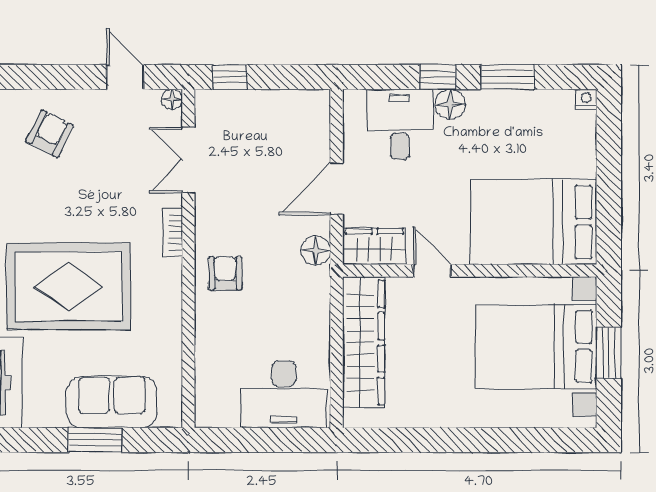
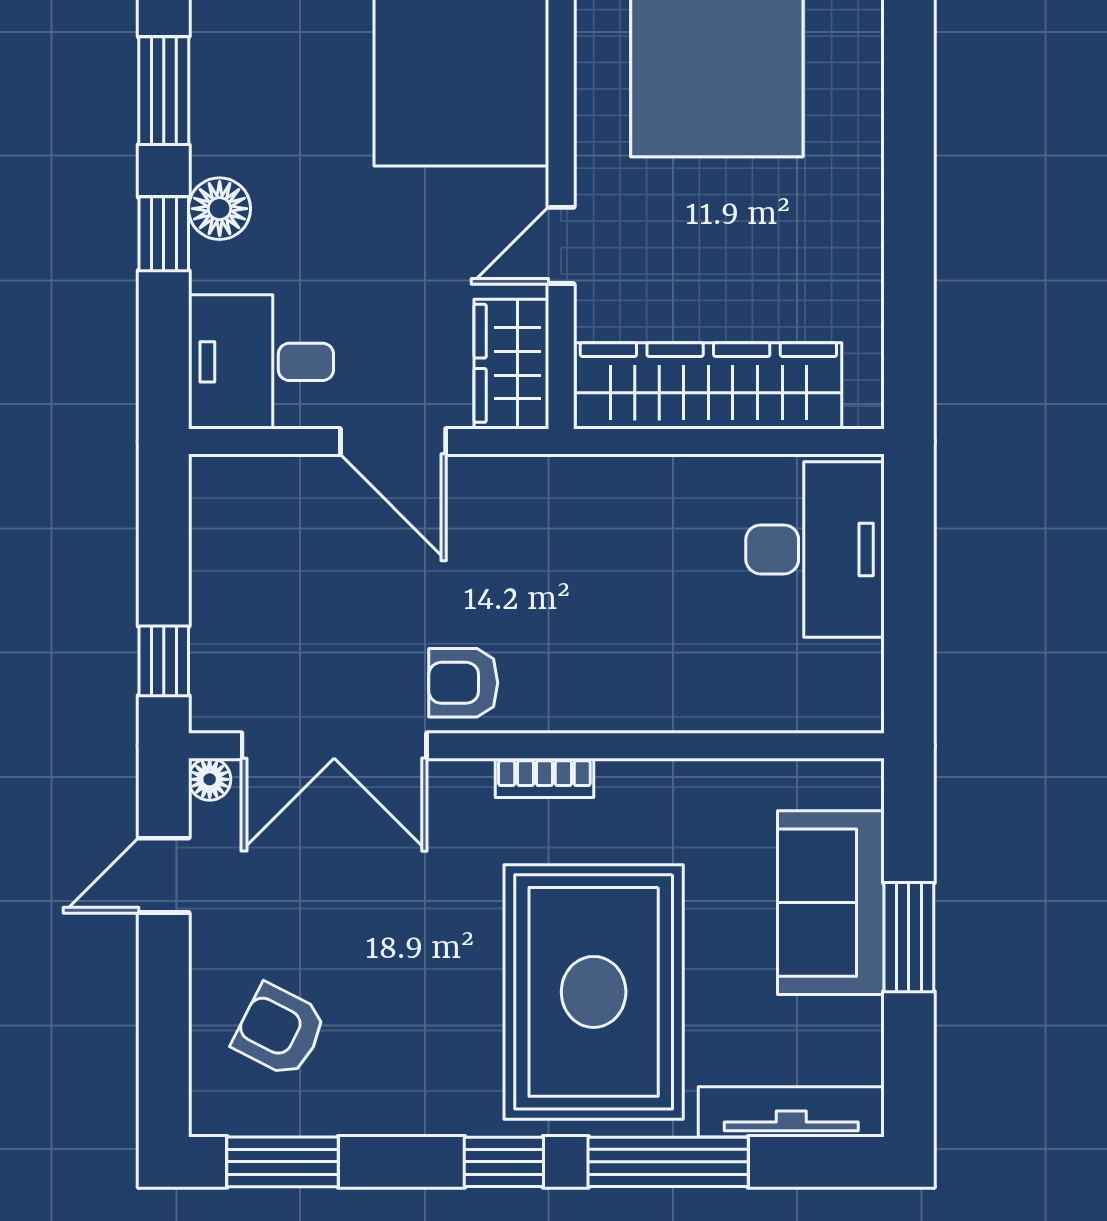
desk: (400, 124) -> (261, 362), moved
double door: (188, 160) -> (334, 746), width x1.37
bookcase: (173, 232) -> (544, 778), moved
floor lamp: (316, 251) -> (520, 484), removed
armchair: (225, 273) -> (463, 683), moved

